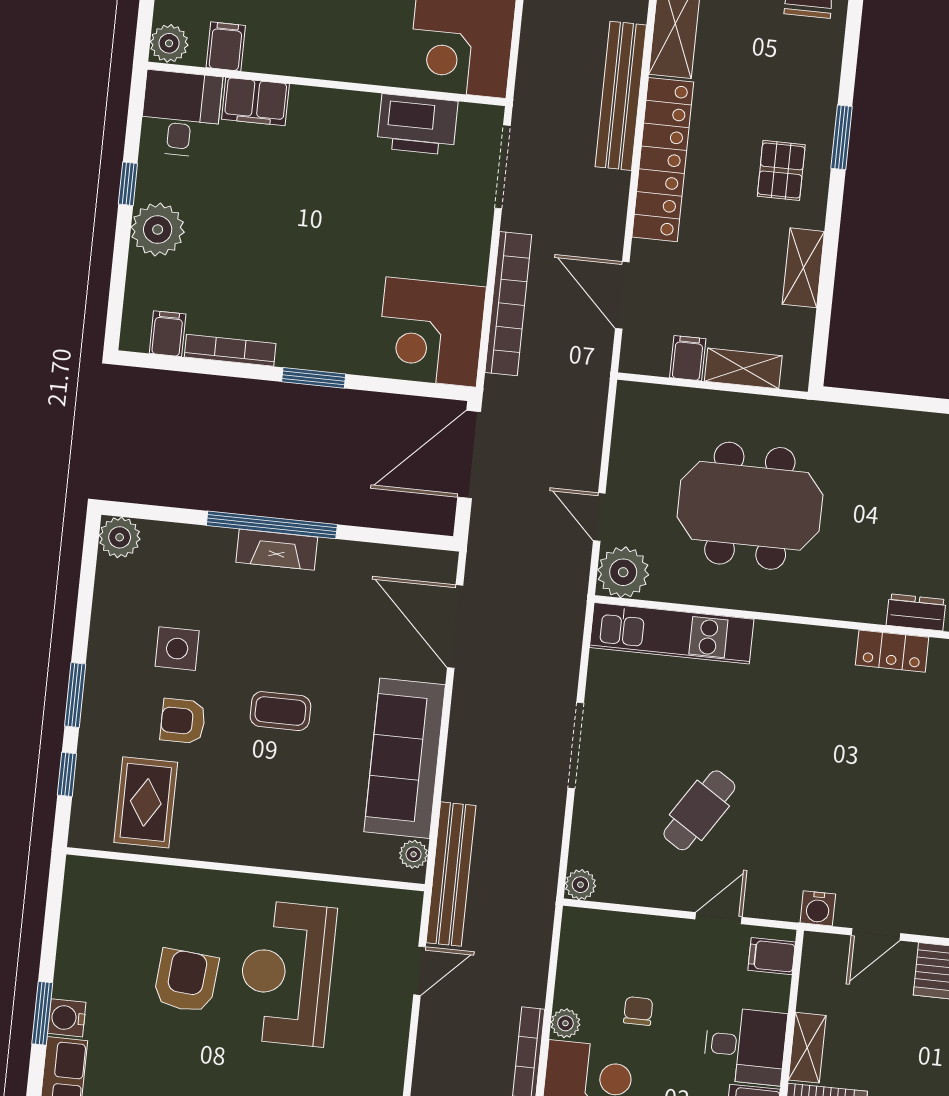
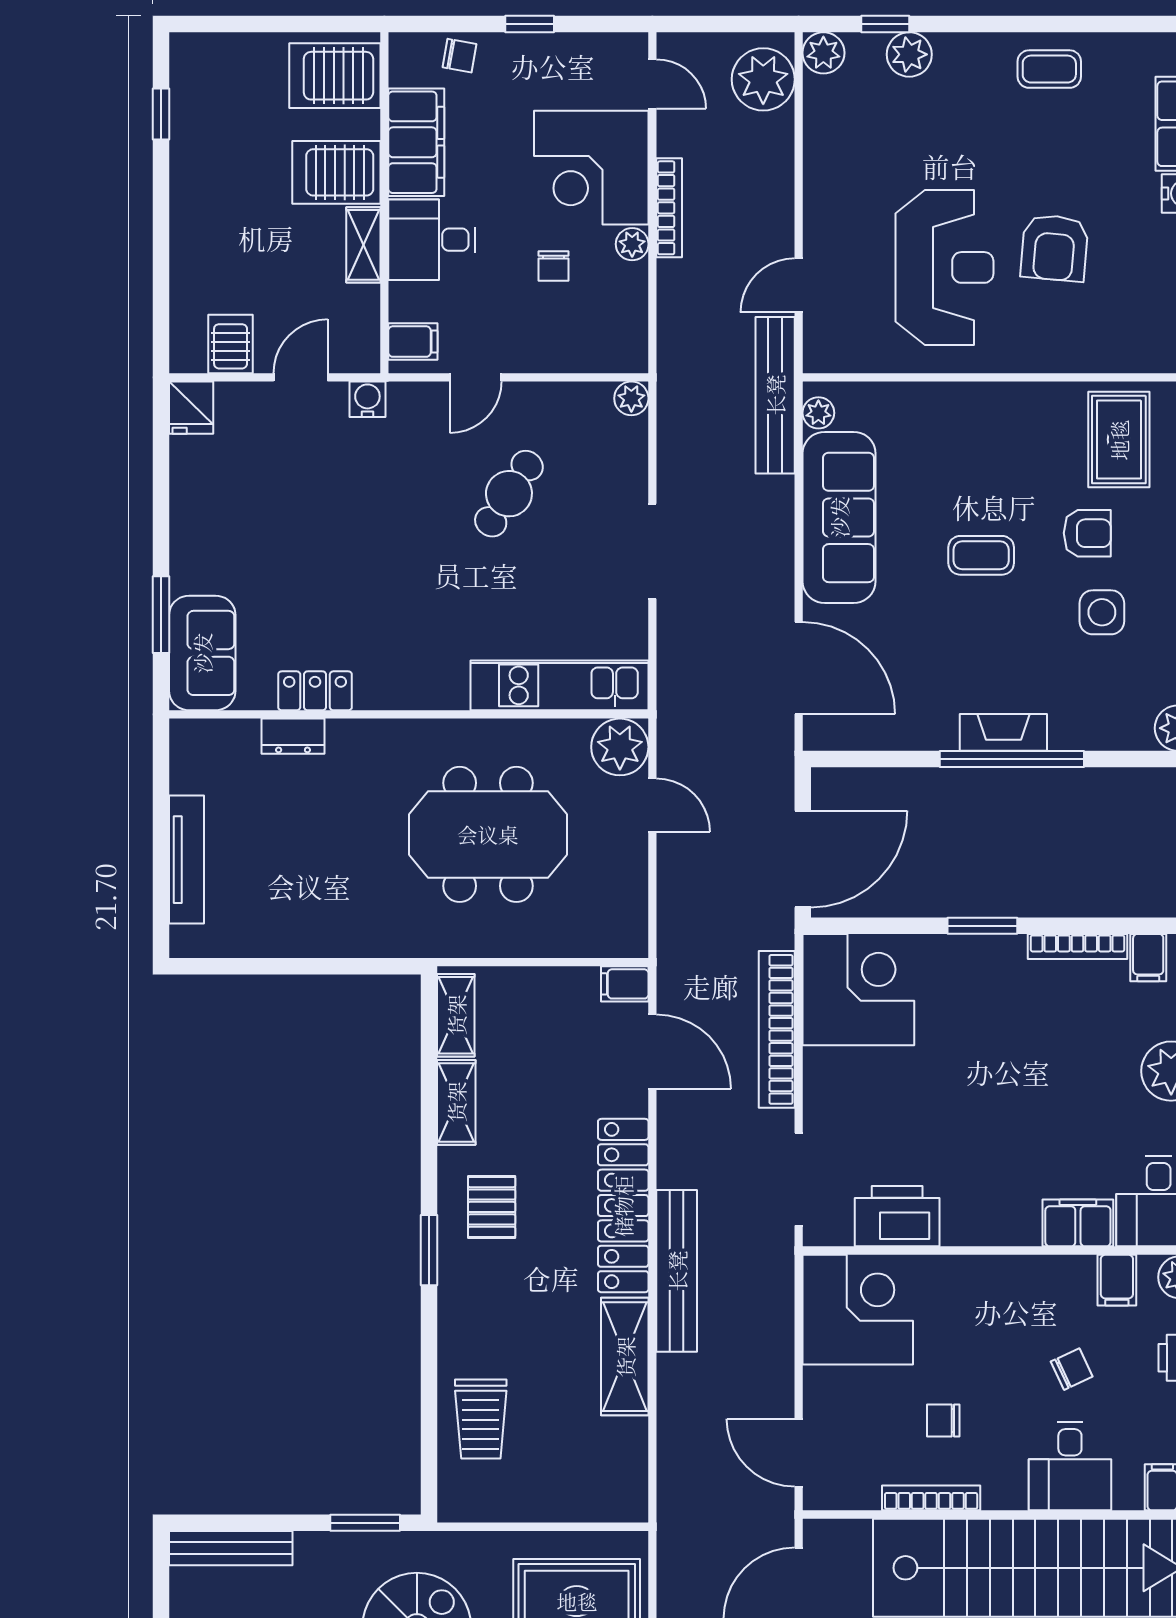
filing cabinet: (688, 358) -> (625, 984), moved, turned 90
shelving: (743, 368) -> (456, 1015), moved, turned 90

